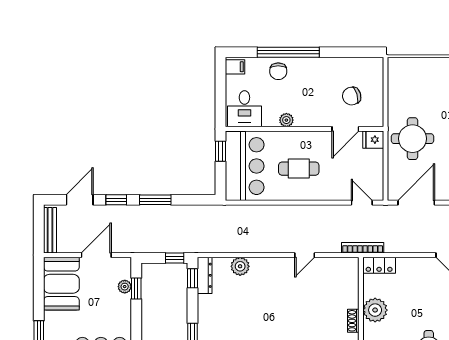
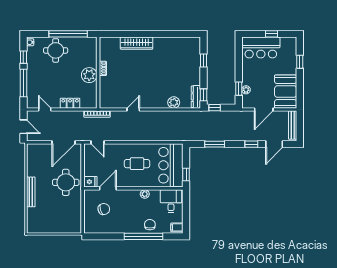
window: (155, 200) -> (215, 144), moved
locker: (379, 265) -> (70, 103), moved

